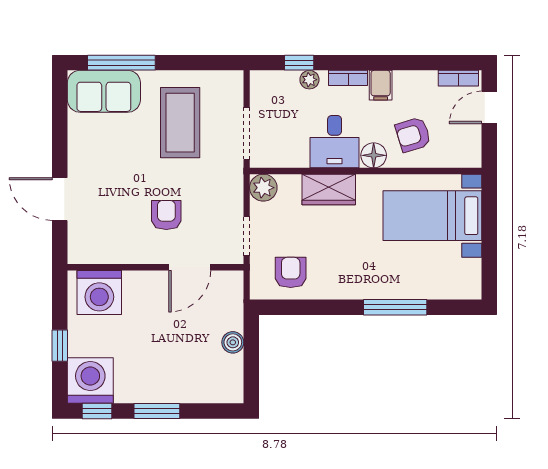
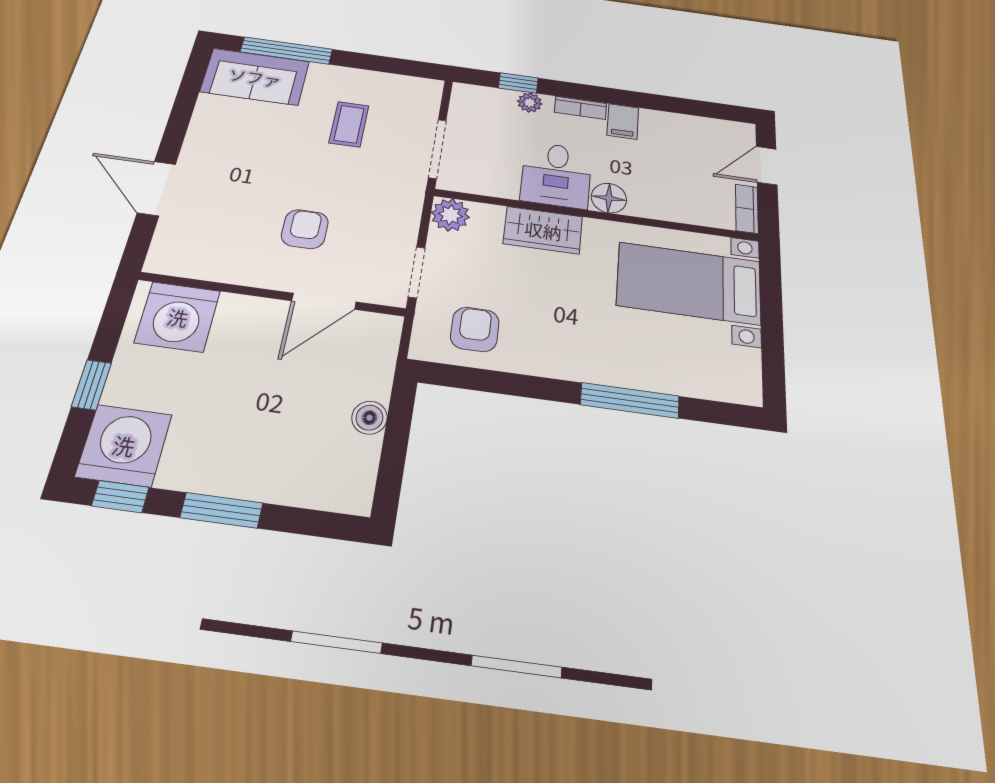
bookcase: (458, 78) -> (747, 209), moved, turned 90
coffee table: (180, 123) -> (349, 124), width x0.54, depth x0.58
armchair: (413, 135) -> (664, 182), removed

